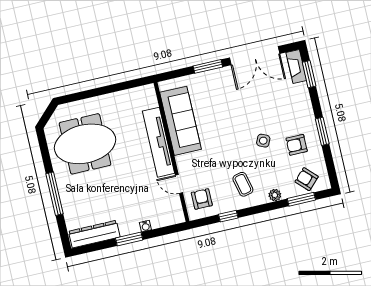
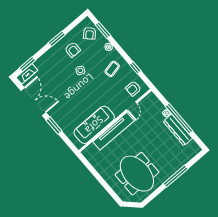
dresser: (94, 234) -> (178, 130), moved
window: (129, 239) -> (179, 119), width x2.11

